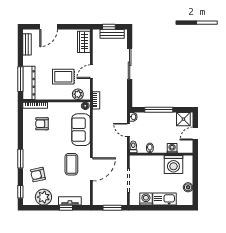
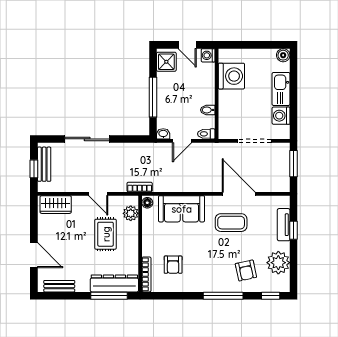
washing machine: (172, 148) -> (208, 55), moved
window: (20, 159) -> (223, 296), width x1.44
boiler: (188, 187) -> (283, 55), moved

